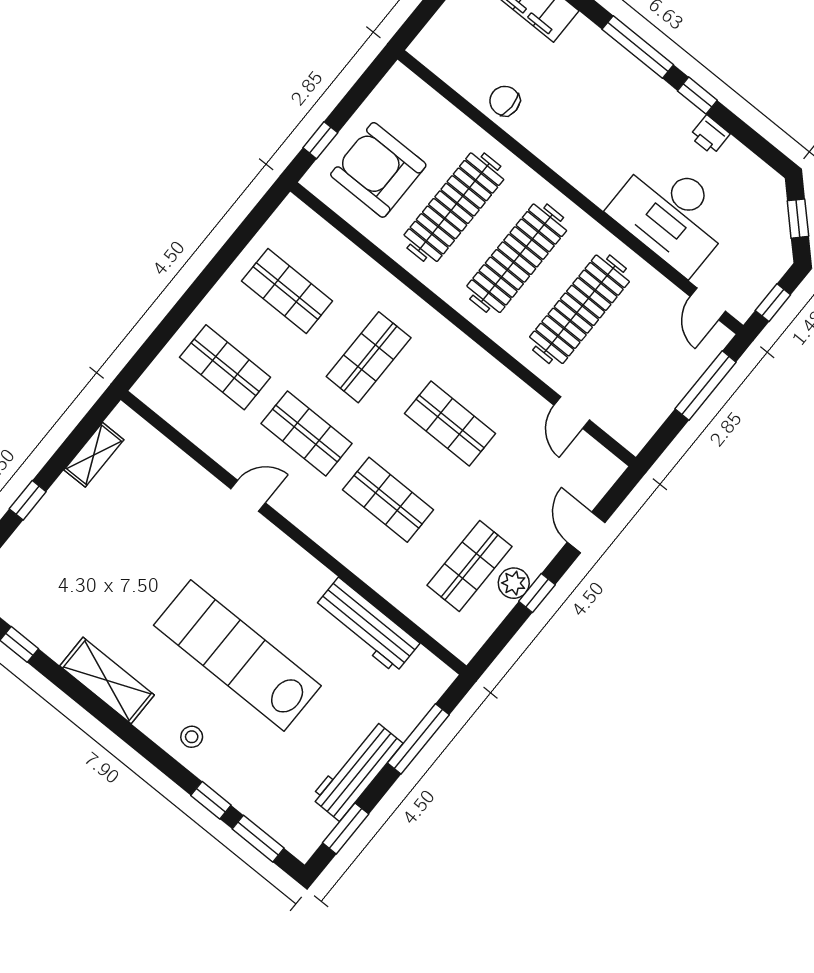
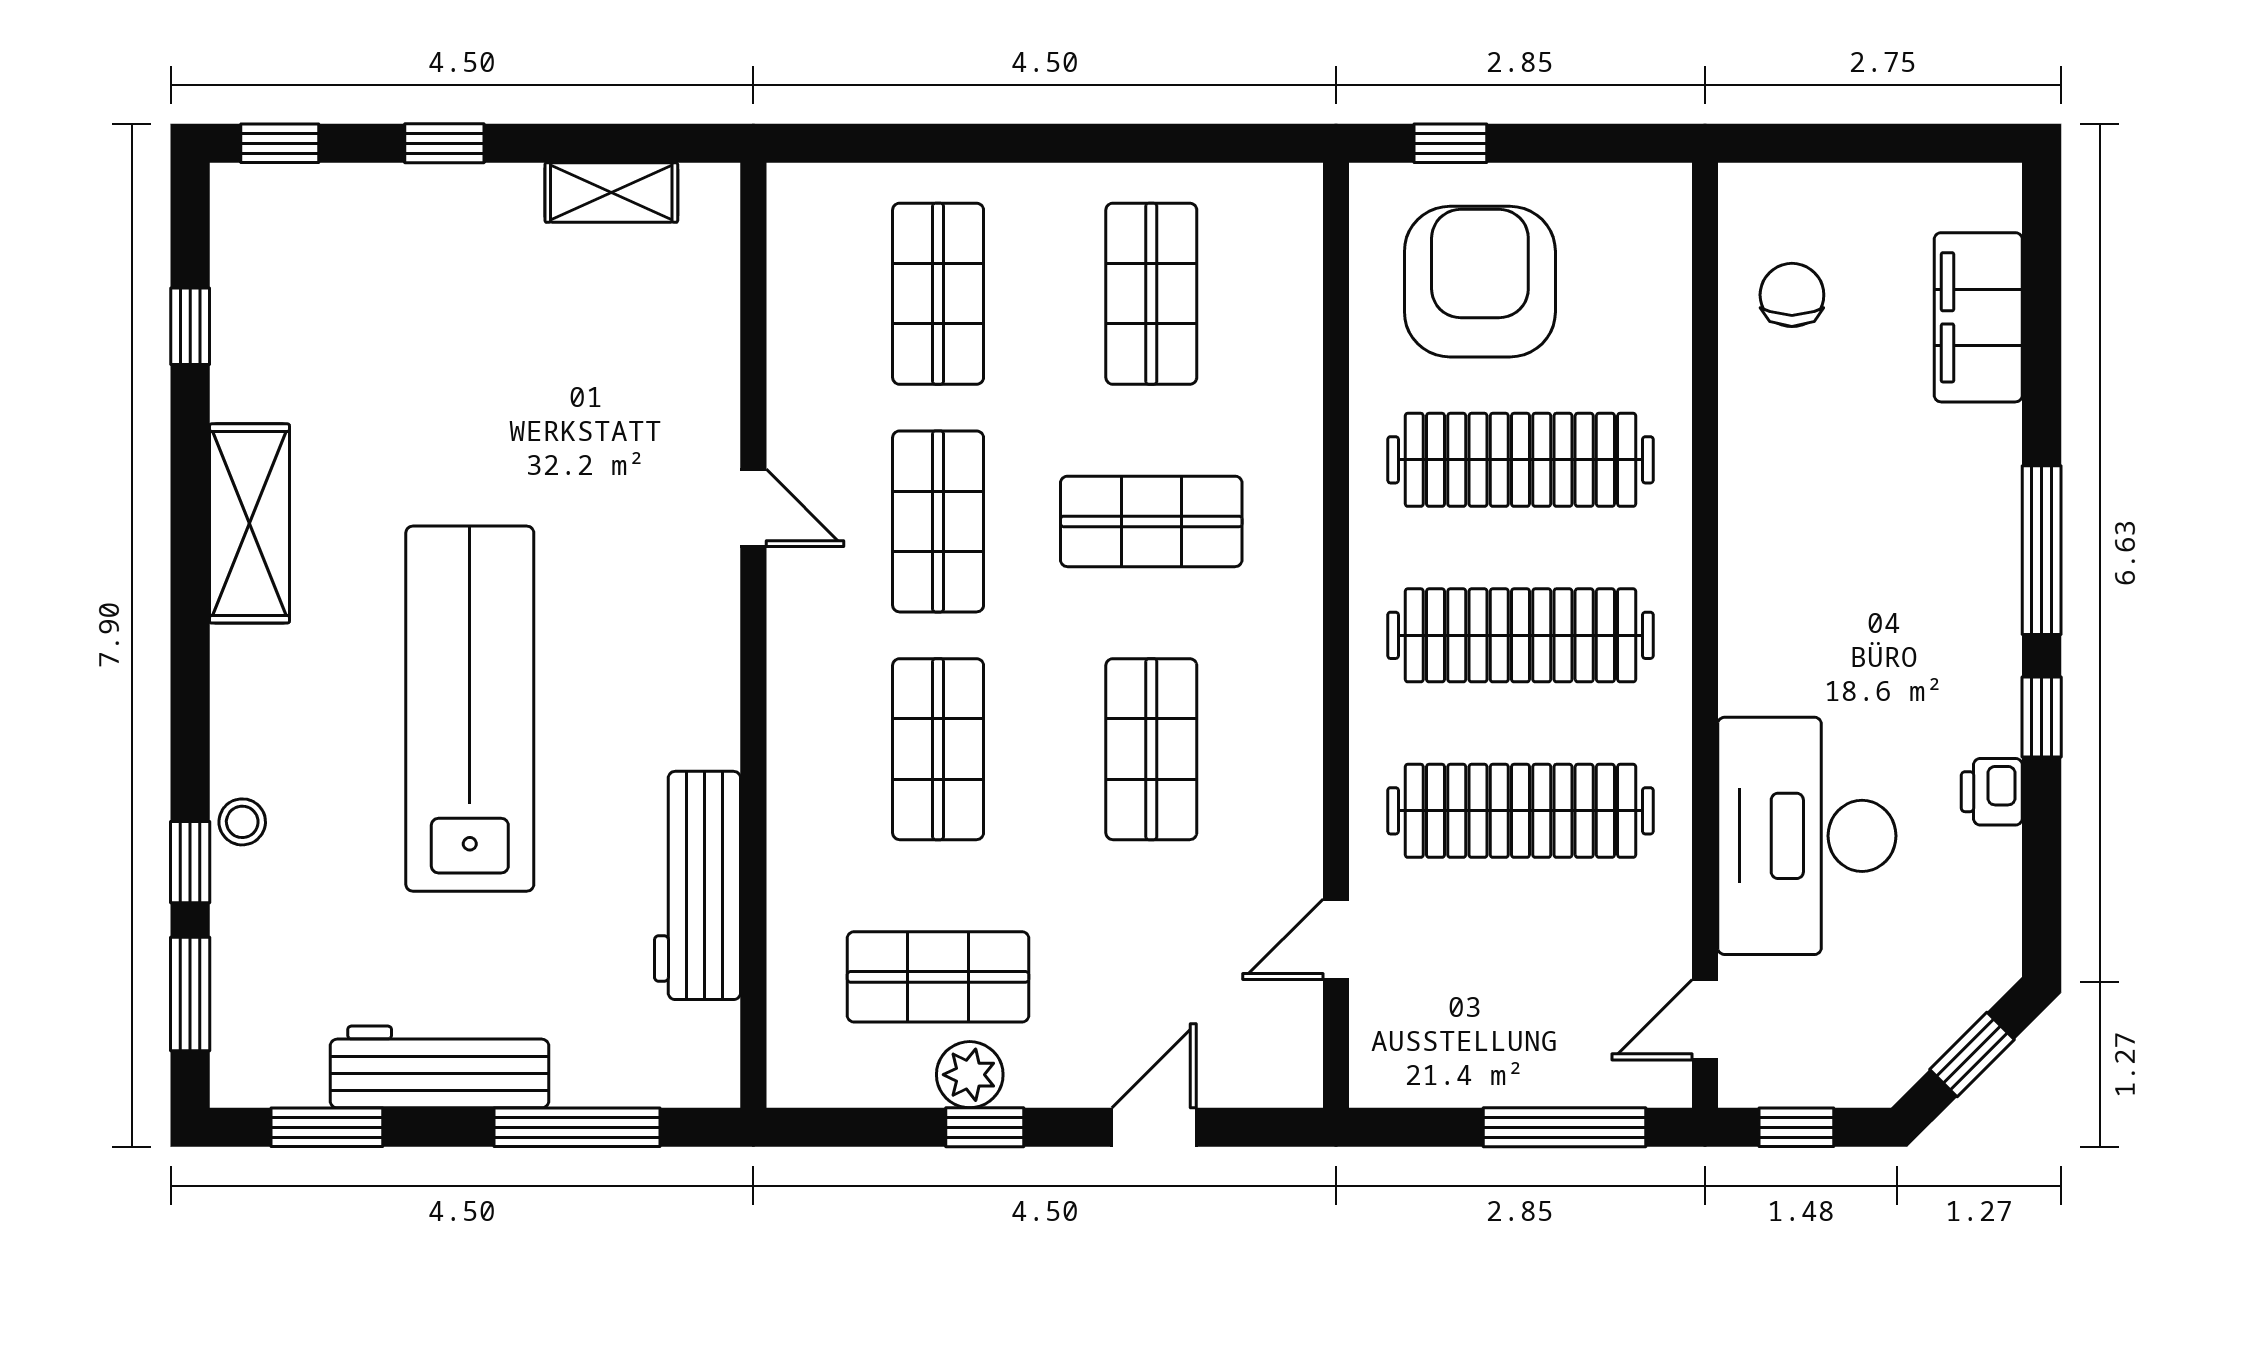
chair: (505, 101) -> (1792, 295), moved
stool: (192, 737) -> (242, 822), moved

